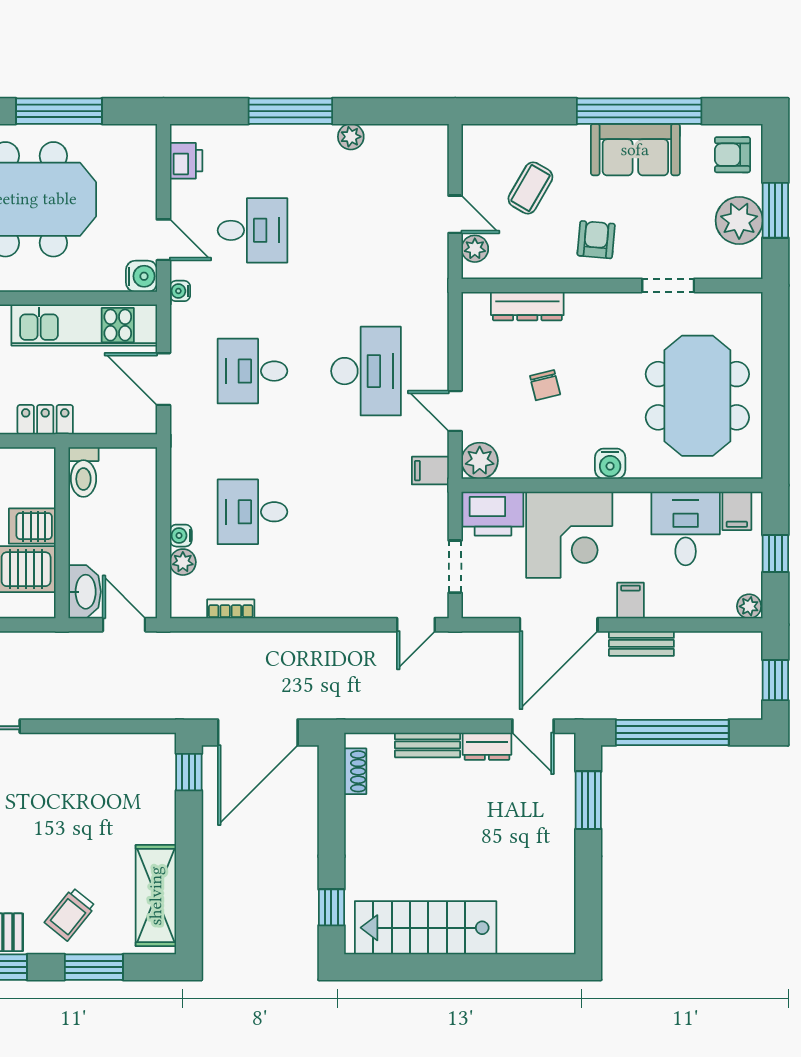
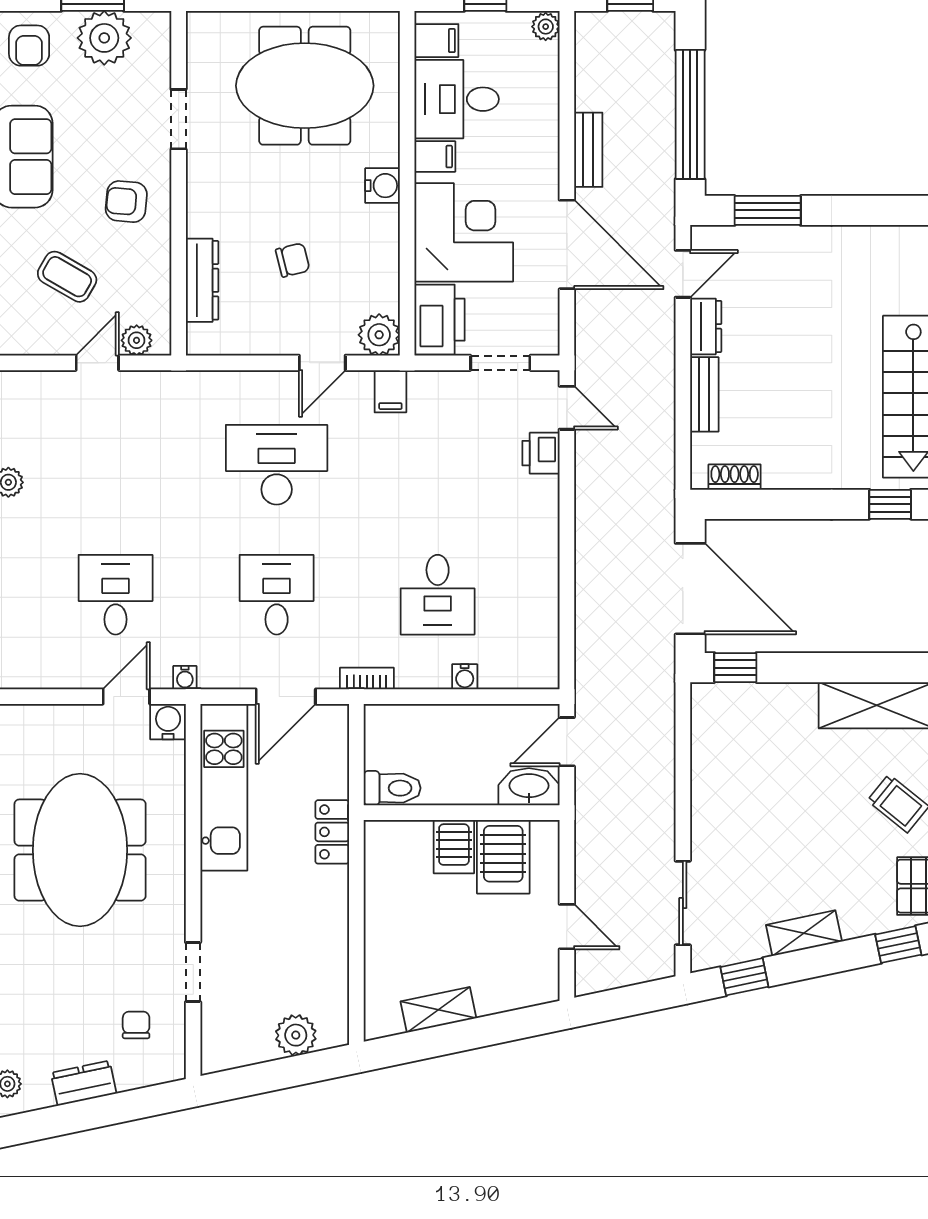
printer: (186, 161) -> (541, 453), moved, turned -90
desk: (252, 371) -> (277, 595), turned 180
plant: (183, 562) -> (495, 674), removed
filing cabinet: (630, 601) -> (435, 157), moved, turned 180
bookcase: (231, 609) -> (367, 679), moved, turned 90

